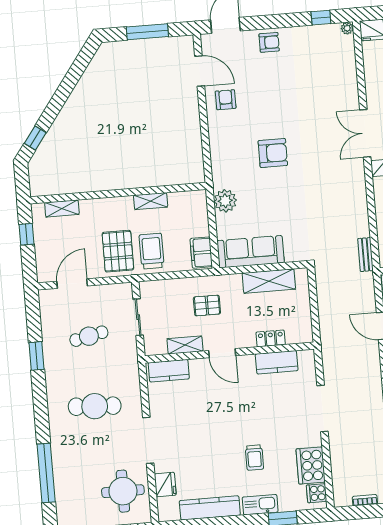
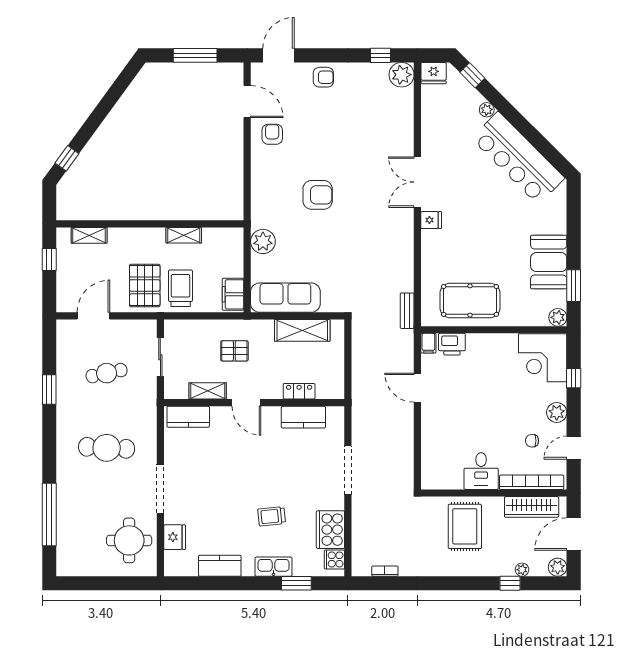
plant: (347, 28) -> (402, 75), width x1.88, depth x1.88
trolley: (254, 458) -> (272, 516), turned 84
kitchen counter: (210, 508) -> (220, 566), width x0.67

